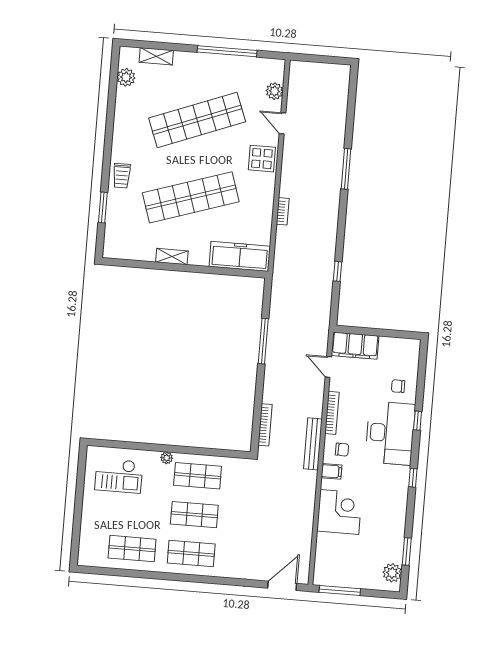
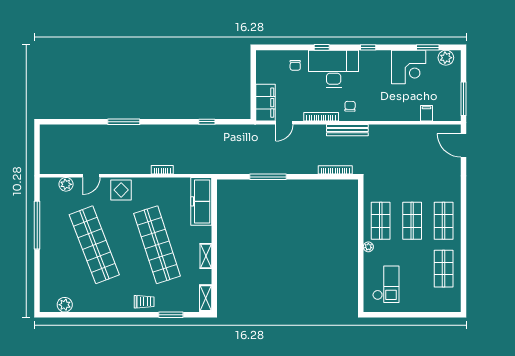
shelving: (156, 56) -> (206, 298), moved
filing cabinet: (331, 471) -> (426, 113), moved
corner desk: (339, 512) -> (409, 67), moved, turned 180

